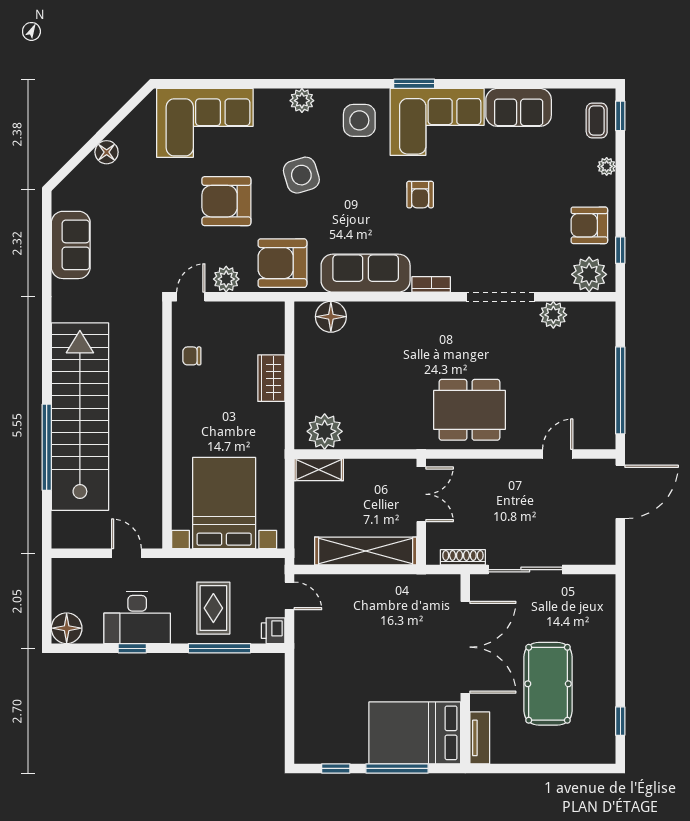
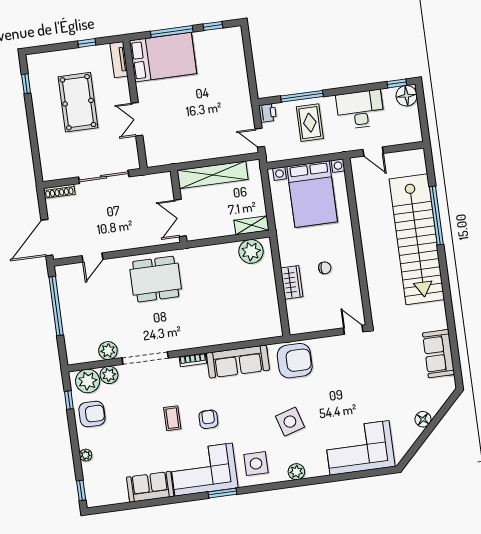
coffee table: (597, 121) -> (172, 418), moved
armchair: (226, 201) -> (338, 397), removed
plant: (226, 279) -> (109, 375), moved
door: (191, 297) -> (353, 330), swing flipped
floor lamp: (331, 317) -> (257, 329), removed
chair: (192, 356) -> (325, 268), moved
shoe rack: (463, 557) -> (59, 191), moved
double door: (465, 647) -> (137, 119), width x0.54
window: (132, 648) -> (397, 83), moved
window: (523, 768) -> (87, 43), added

